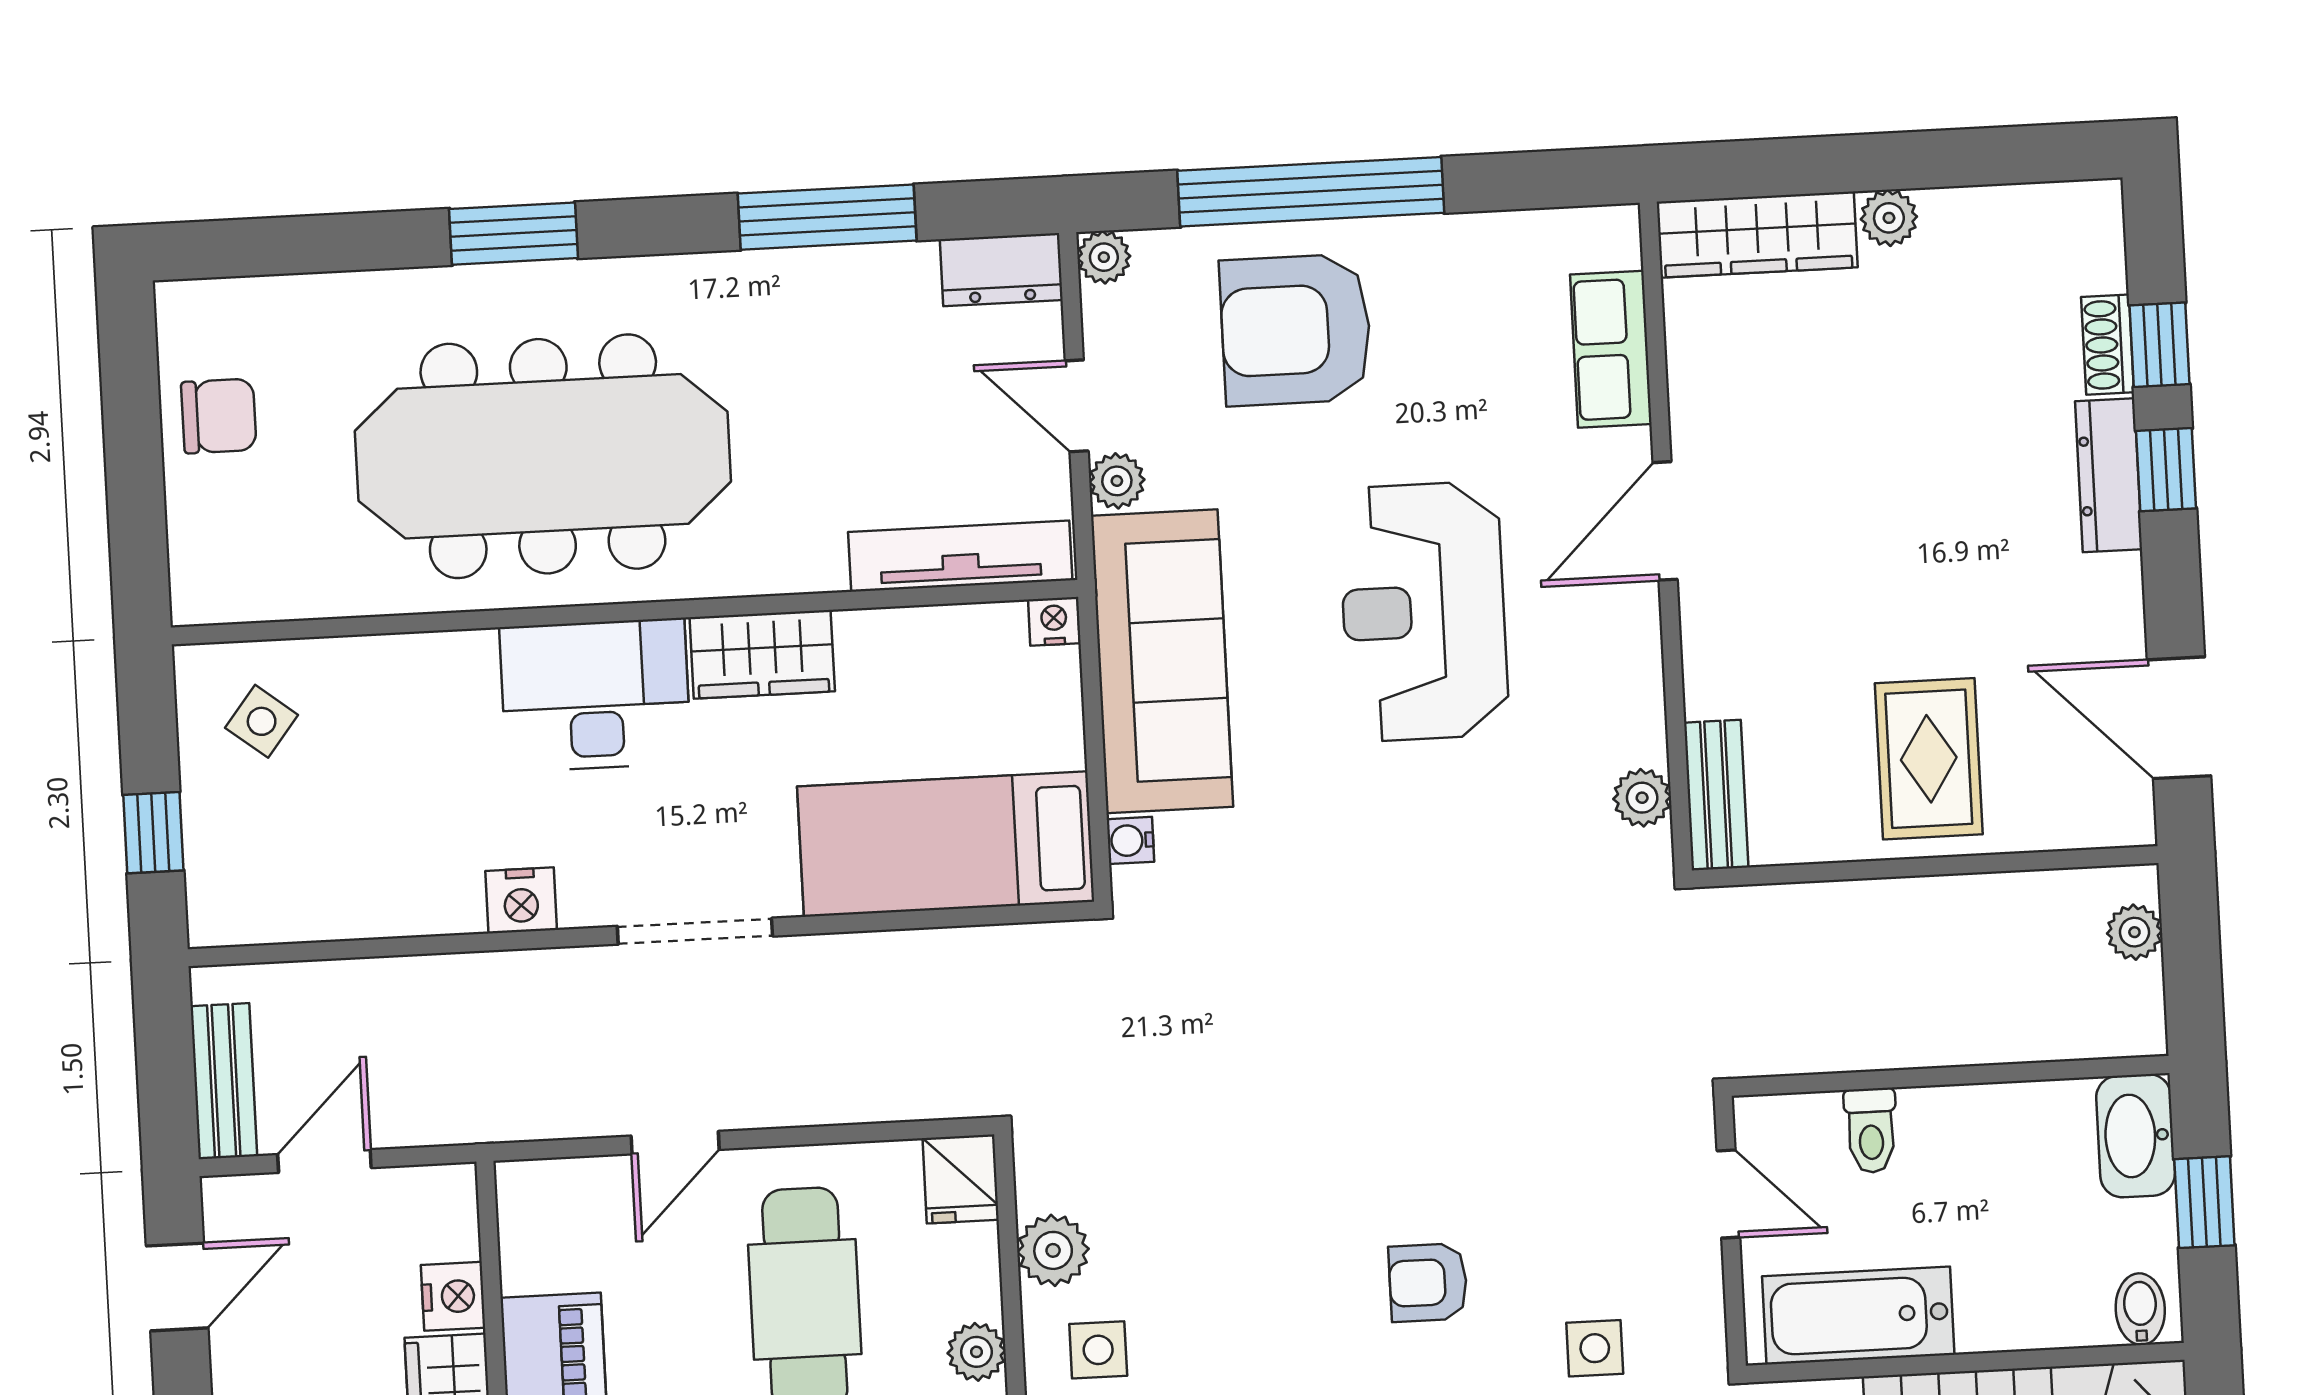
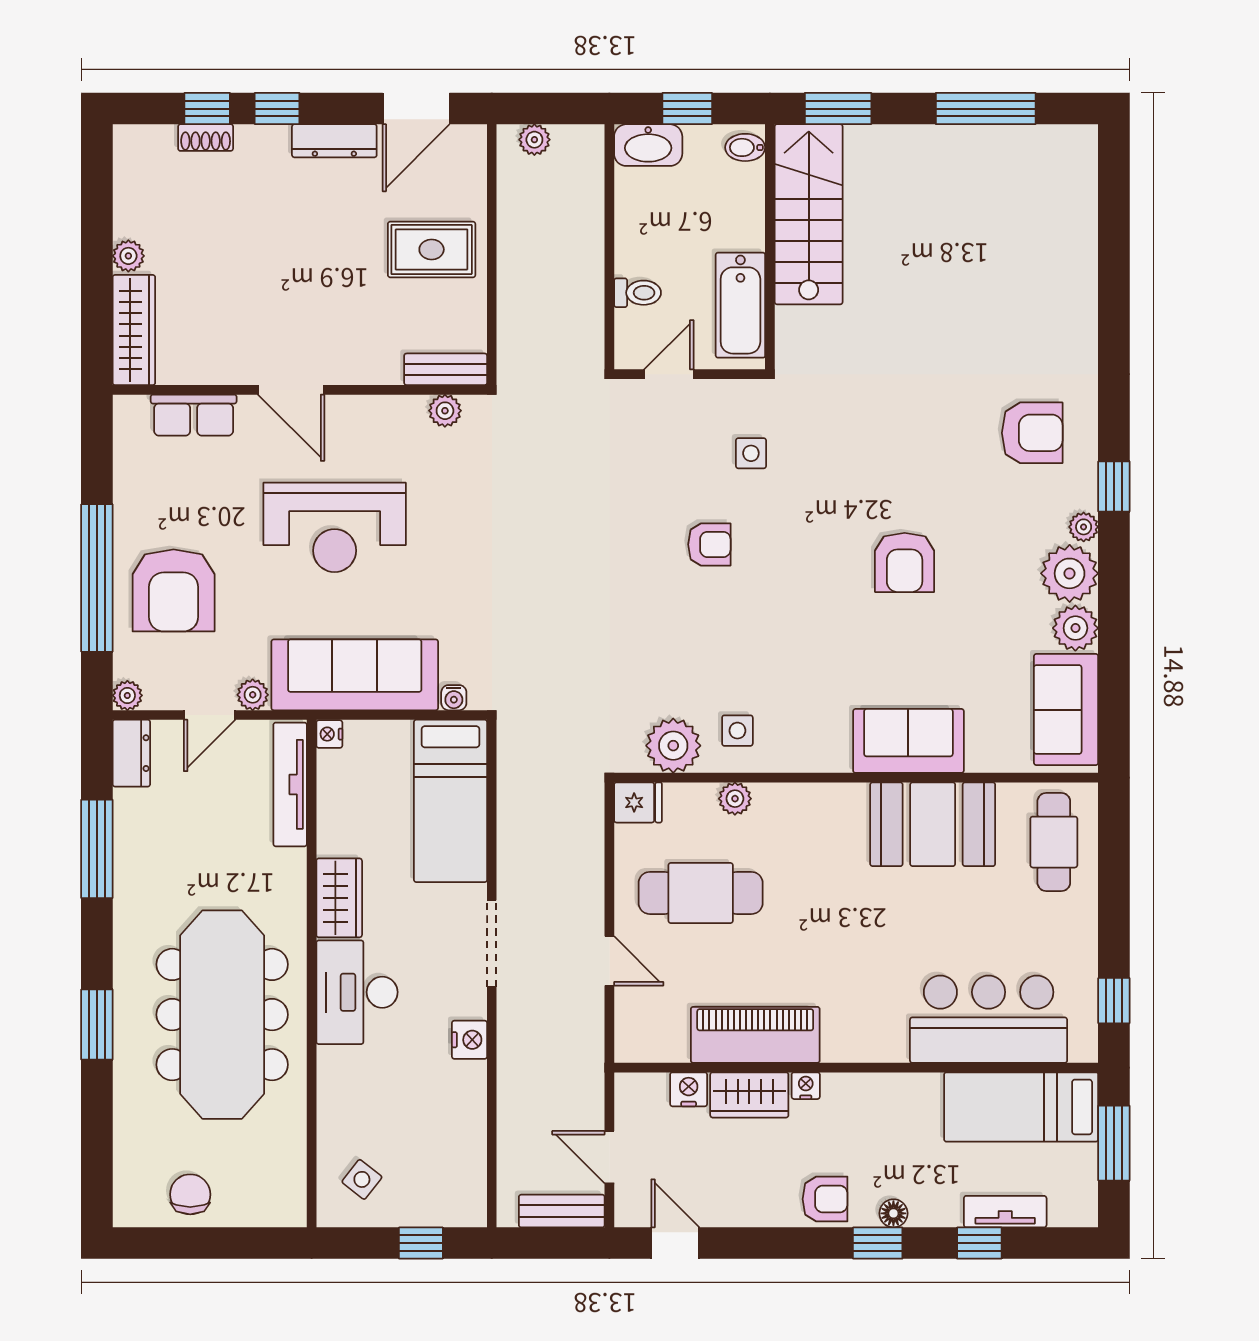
dresser: (2109, 475) -> (334, 141), moved
plant: (1053, 1250) -> (673, 746), width x1.36, depth x1.36
armchair: (1428, 1282) -> (709, 544), turned -90

